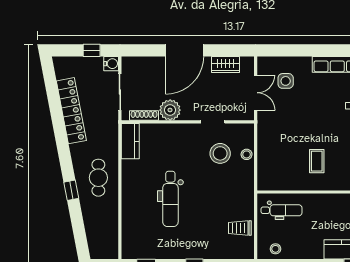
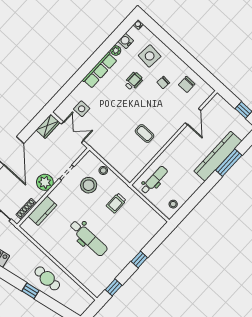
wardrobe: (226, 64) -> (48, 126), moved
plant: (170, 110) -> (45, 182), moved
kitchen counter: (130, 141) -> (42, 211), moved, turned 90
cafe table: (98, 178) -> (47, 278), moved
trolley: (240, 228) -> (116, 203), moved

